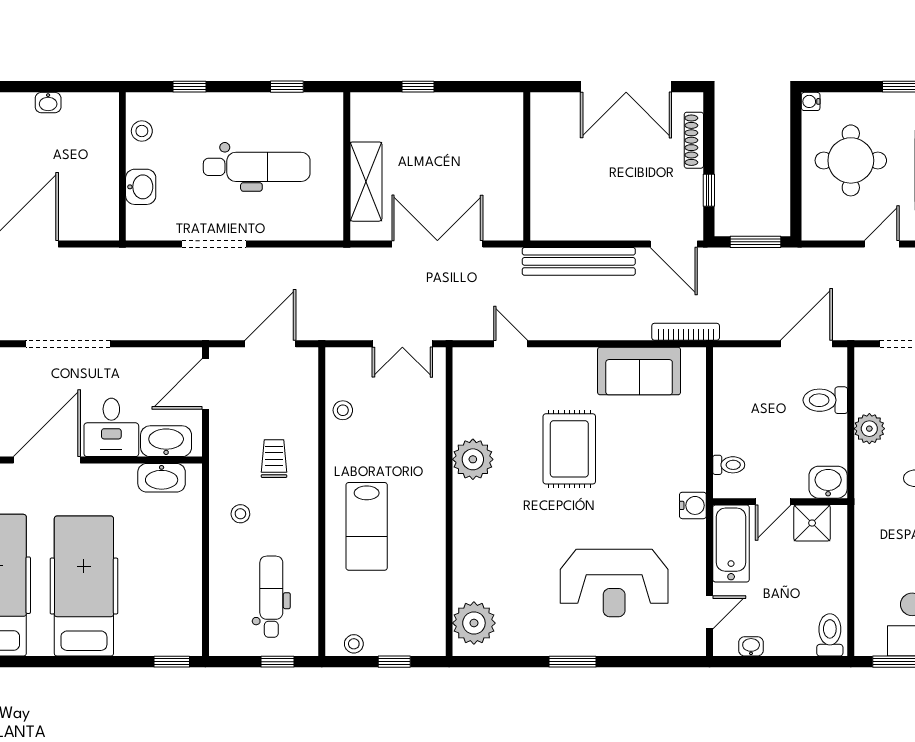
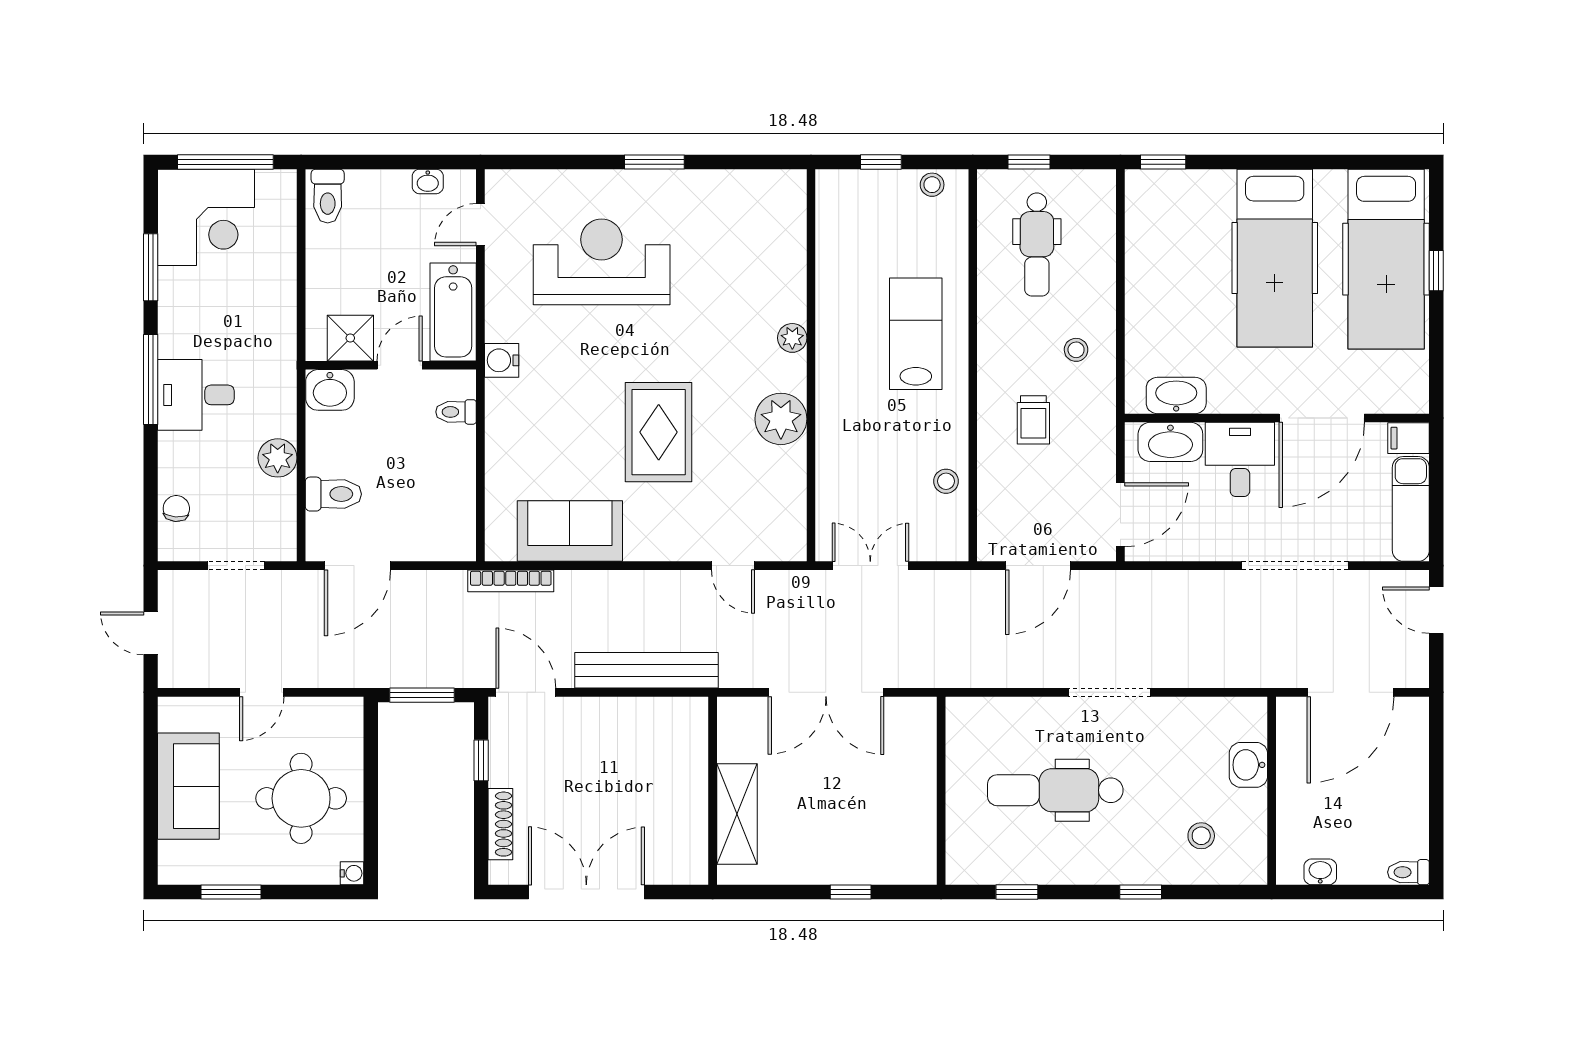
wall: (122, 166) -> (1272, 791), moved
shelving: (366, 182) -> (737, 814), moved
washbasin: (141, 187) -> (1248, 765), moved
plant: (474, 623) -> (792, 338), moved, width x0.53, depth x0.53

